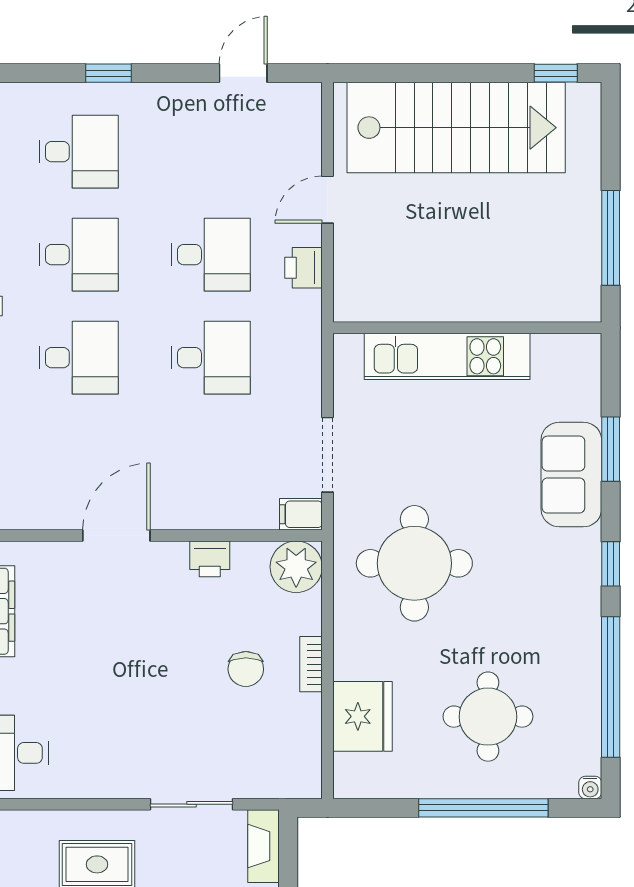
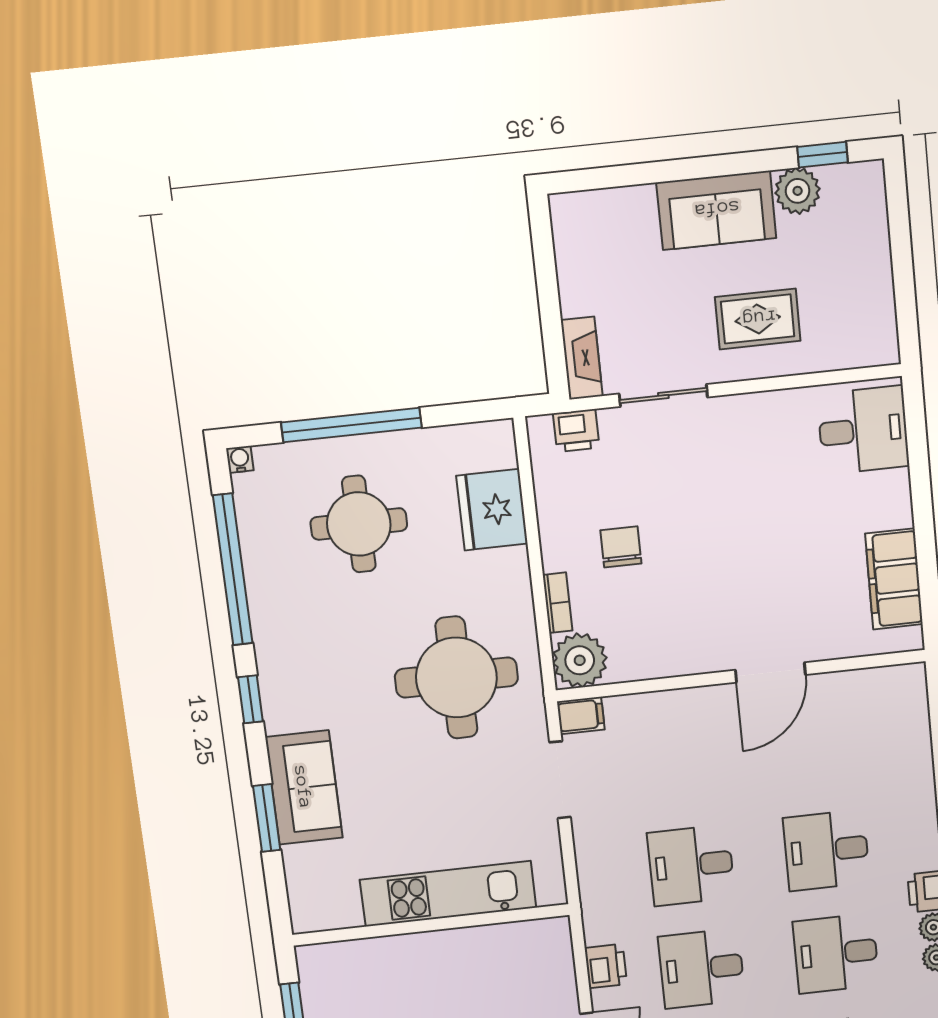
printer: (210, 559) -> (576, 430), moved, turned 180
bookcase: (311, 664) -> (558, 603), moved

